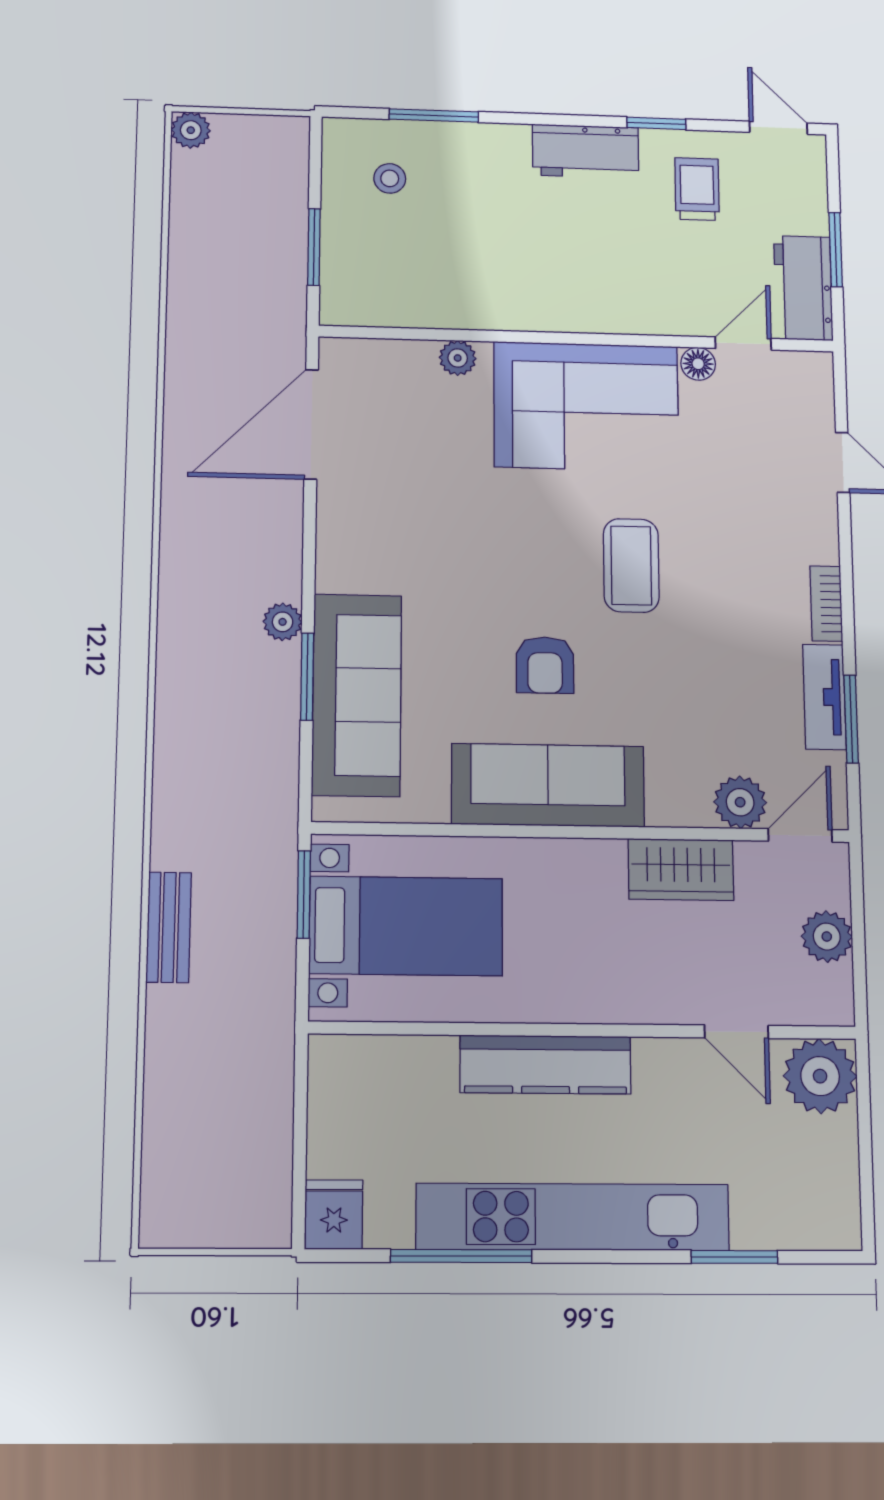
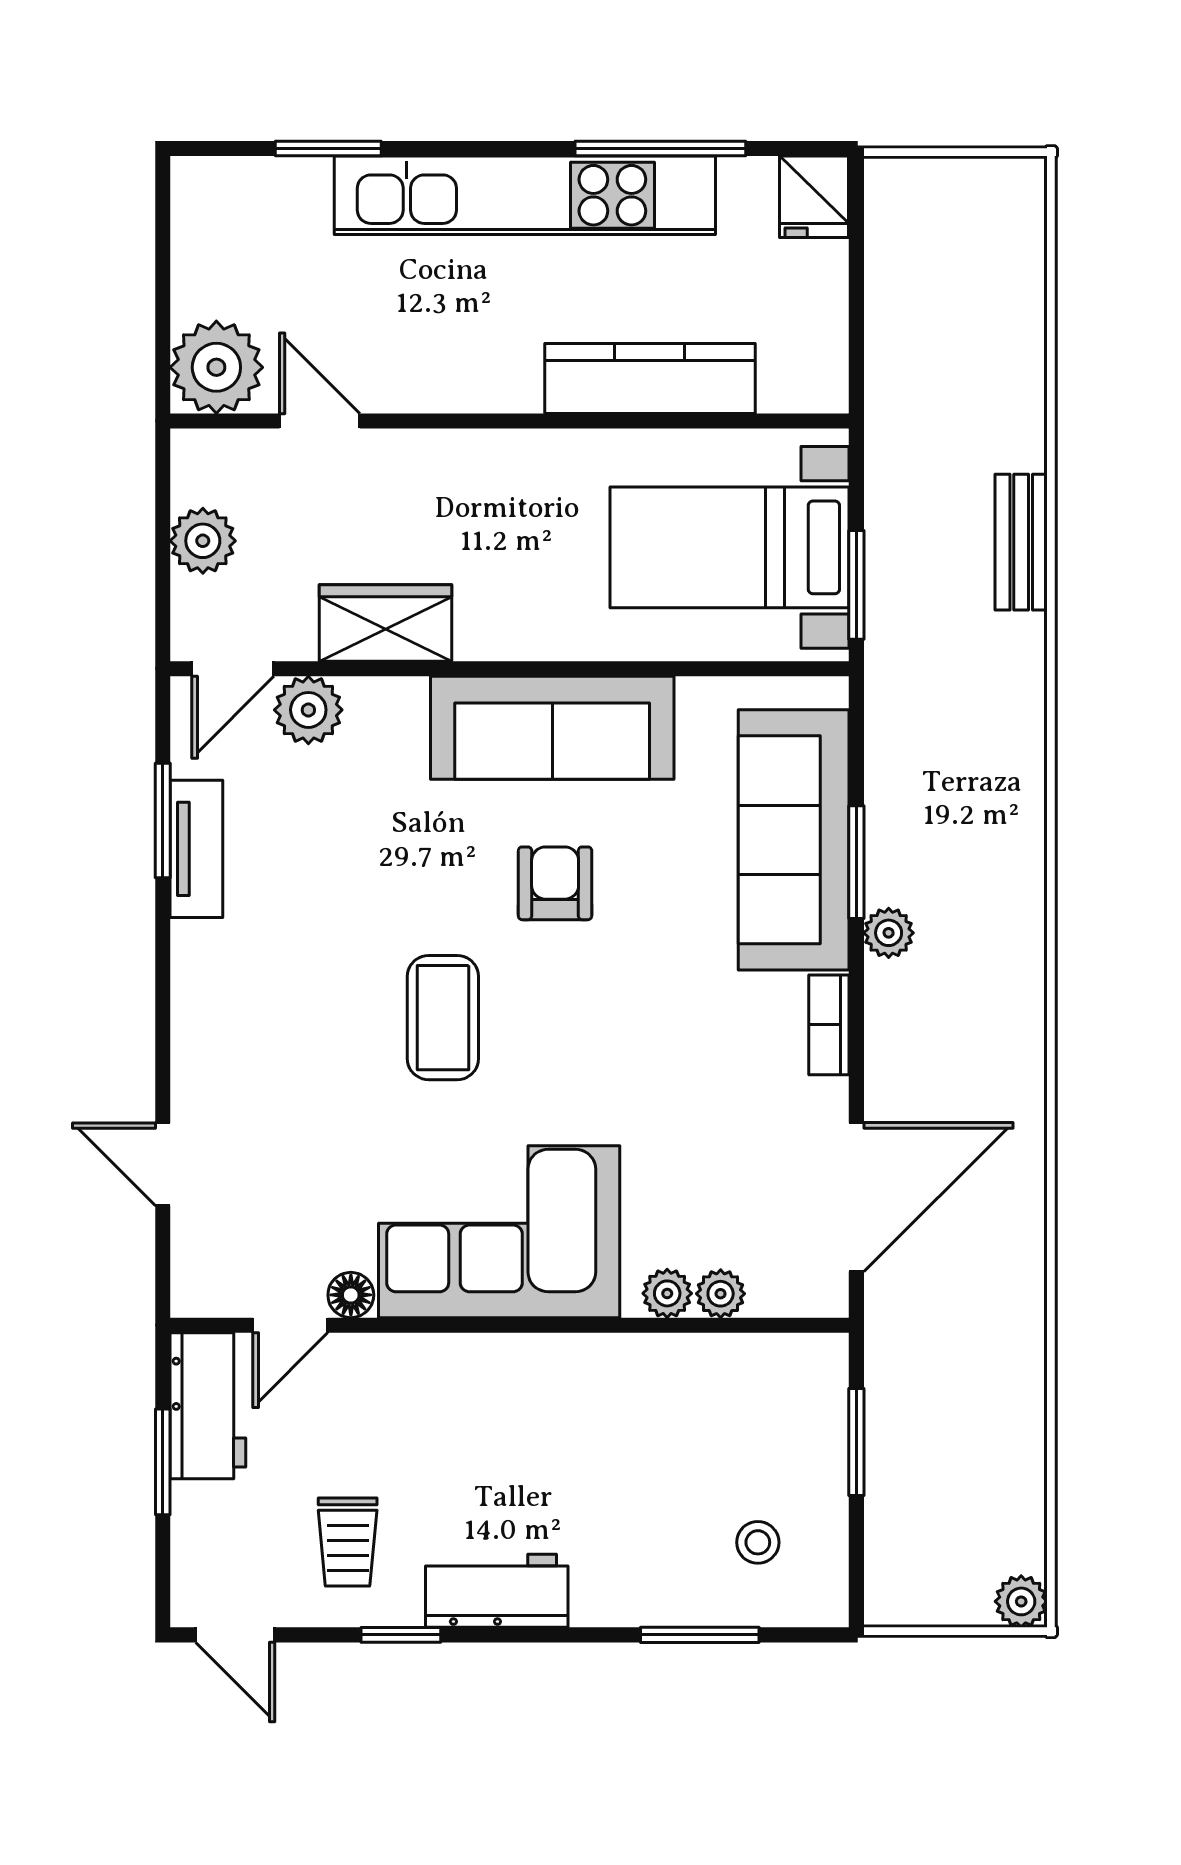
plant: (417, 357) -> (721, 1294), added
bookcase: (826, 604) -> (829, 1025), moved, turned 180
kitchen counter: (545, 1065) -> (650, 378), moved

